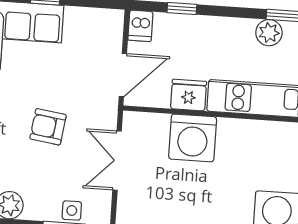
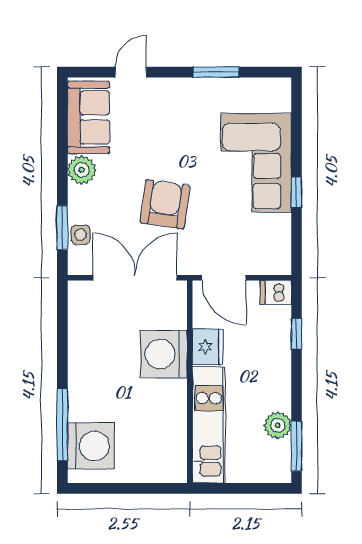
armchair: (48, 127) -> (165, 204), width x1.38, depth x1.38
double door: (117, 161) -> (135, 278), width x1.37

